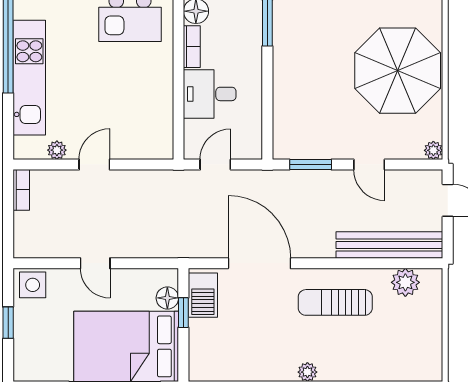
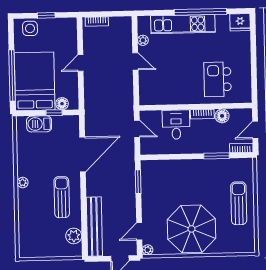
door: (369, 164) -> (139, 231), moved
bookcase: (21, 190) -> (97, 22), moved
side table: (33, 285) -> (30, 28), moved
barbecue: (203, 295) -> (39, 124), moved

